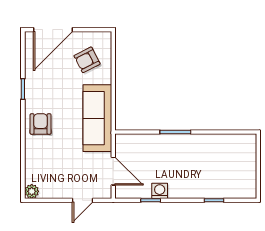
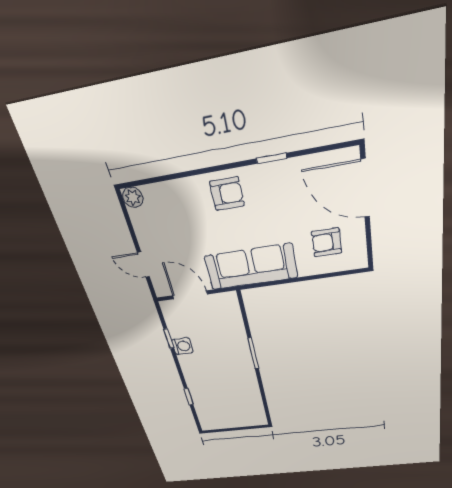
armchair: (87, 60) -> (327, 242), turned -63
door: (113, 171) -> (190, 295), swing flipped

